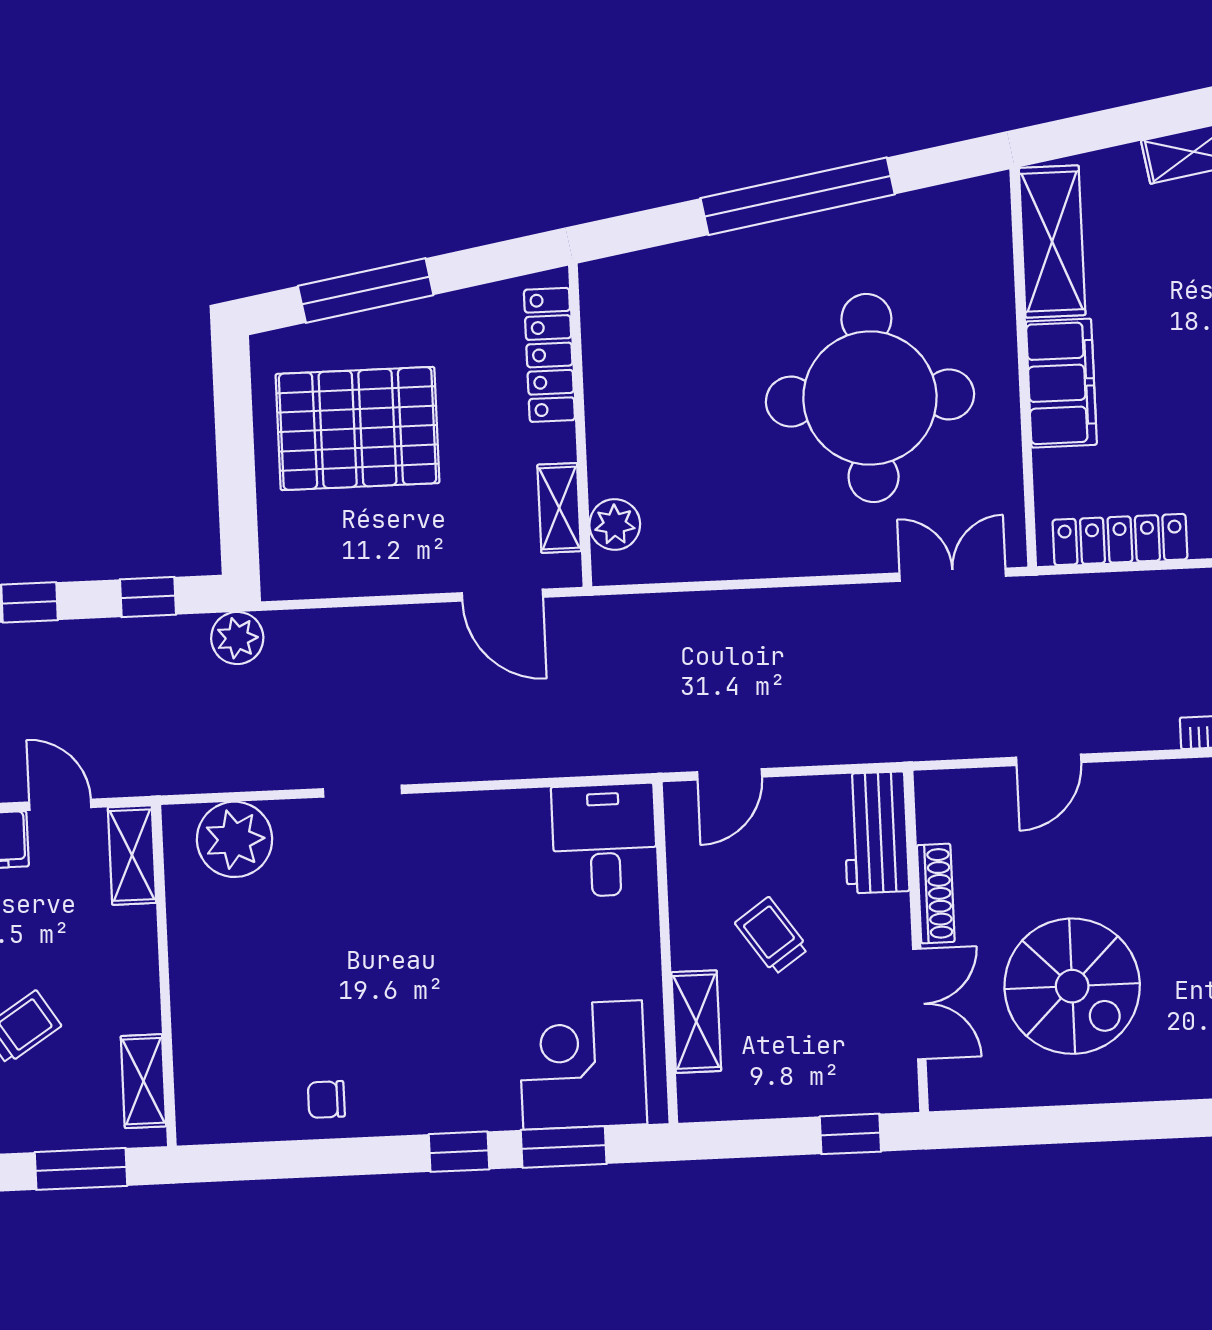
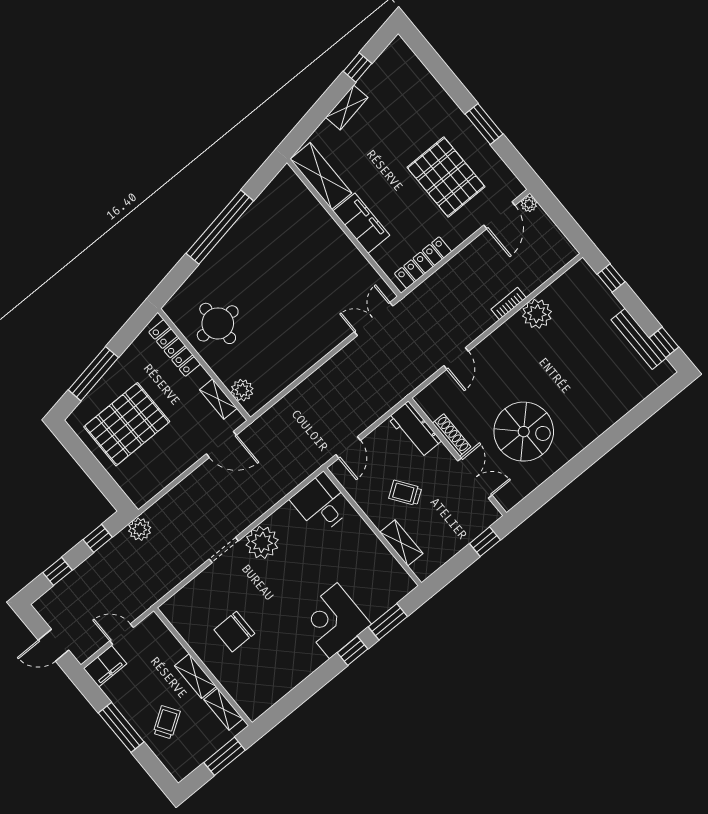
round table: (870, 398) -> (218, 323), moved, width x0.54, depth x0.54
plant: (235, 839) -> (262, 542), moved
shelving: (132, 855) -> (196, 676), moved
corner desk: (583, 1065) -> (333, 621), moved
chair: (326, 1100) -> (234, 632), moved, width x1.87, depth x1.87

